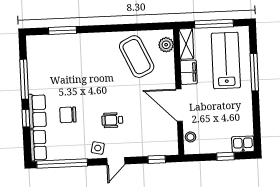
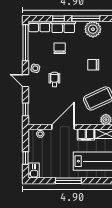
chair: (89, 66) -> (93, 65), added
plant: (39, 69) -> (93, 29), added
window: (254, 72) -> (68, 181), moved

